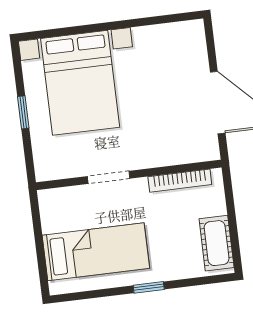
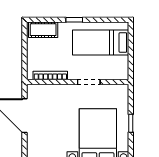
cot: (217, 243) -> (43, 30), moved, turned 90

